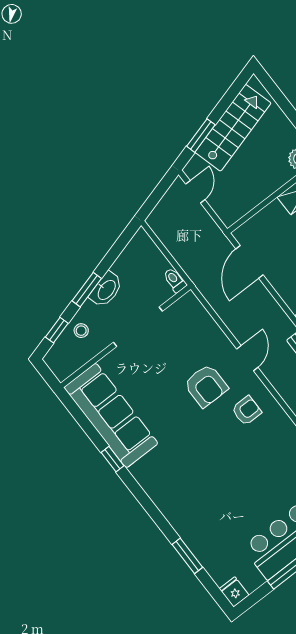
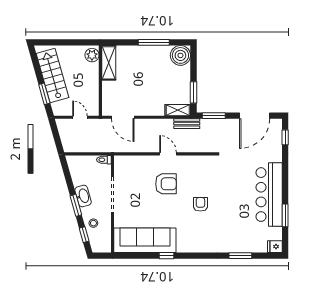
door: (195, 192) -> (80, 117), moved
armchair: (247, 411) -> (200, 204), moved

